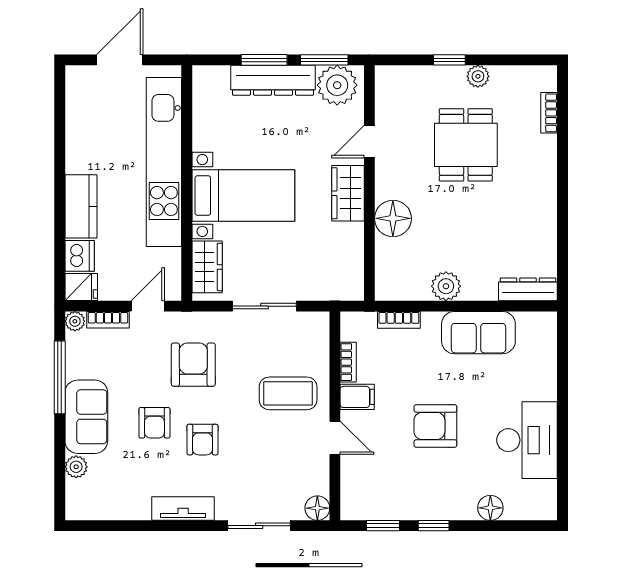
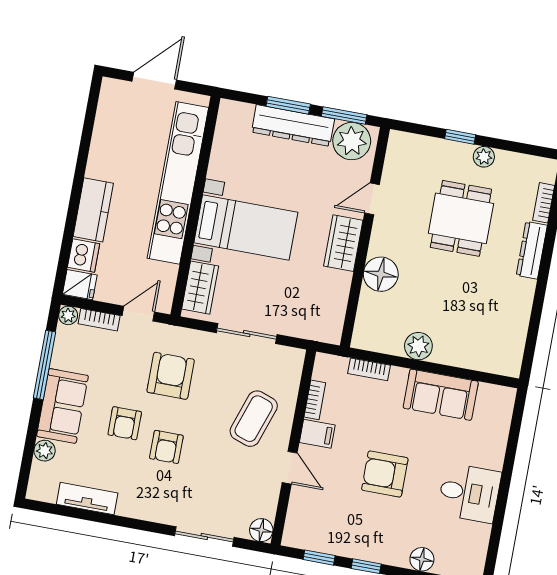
dresser: (528, 289) -> (532, 250), moved, turned -90
coffee table: (288, 393) -> (254, 419), turned -71
desk: (527, 440) -> (469, 493), width x0.73
tv unit: (183, 509) -> (87, 499), moved

